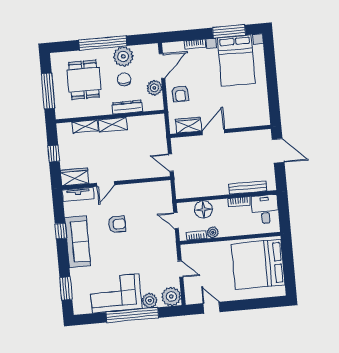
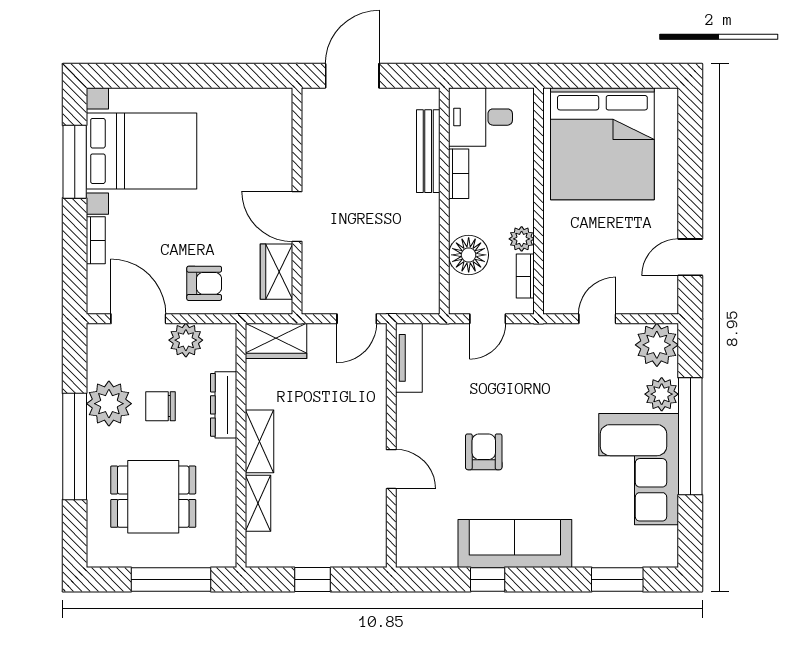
wardrobe: (75, 177) -> (276, 341), moved, turned -90
tv unit: (78, 194) -> (409, 358), moved

